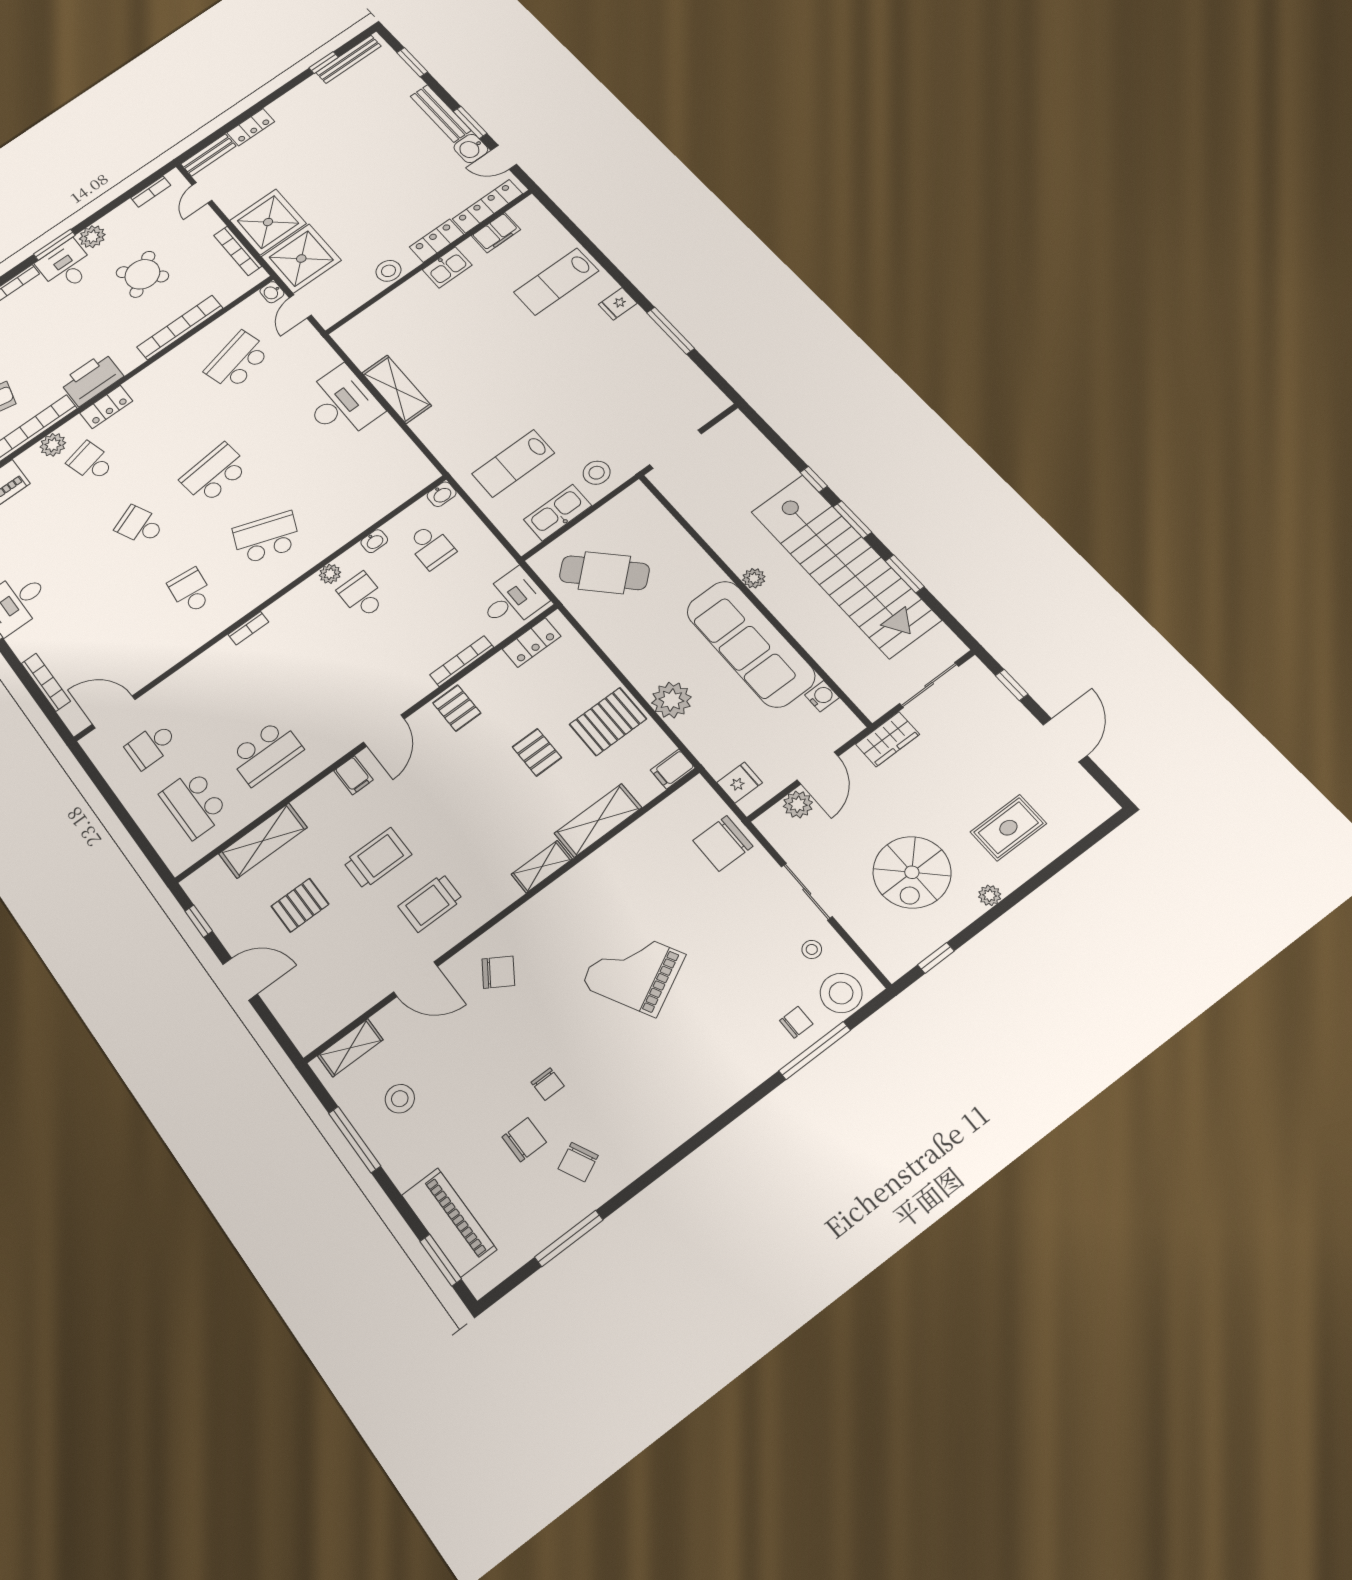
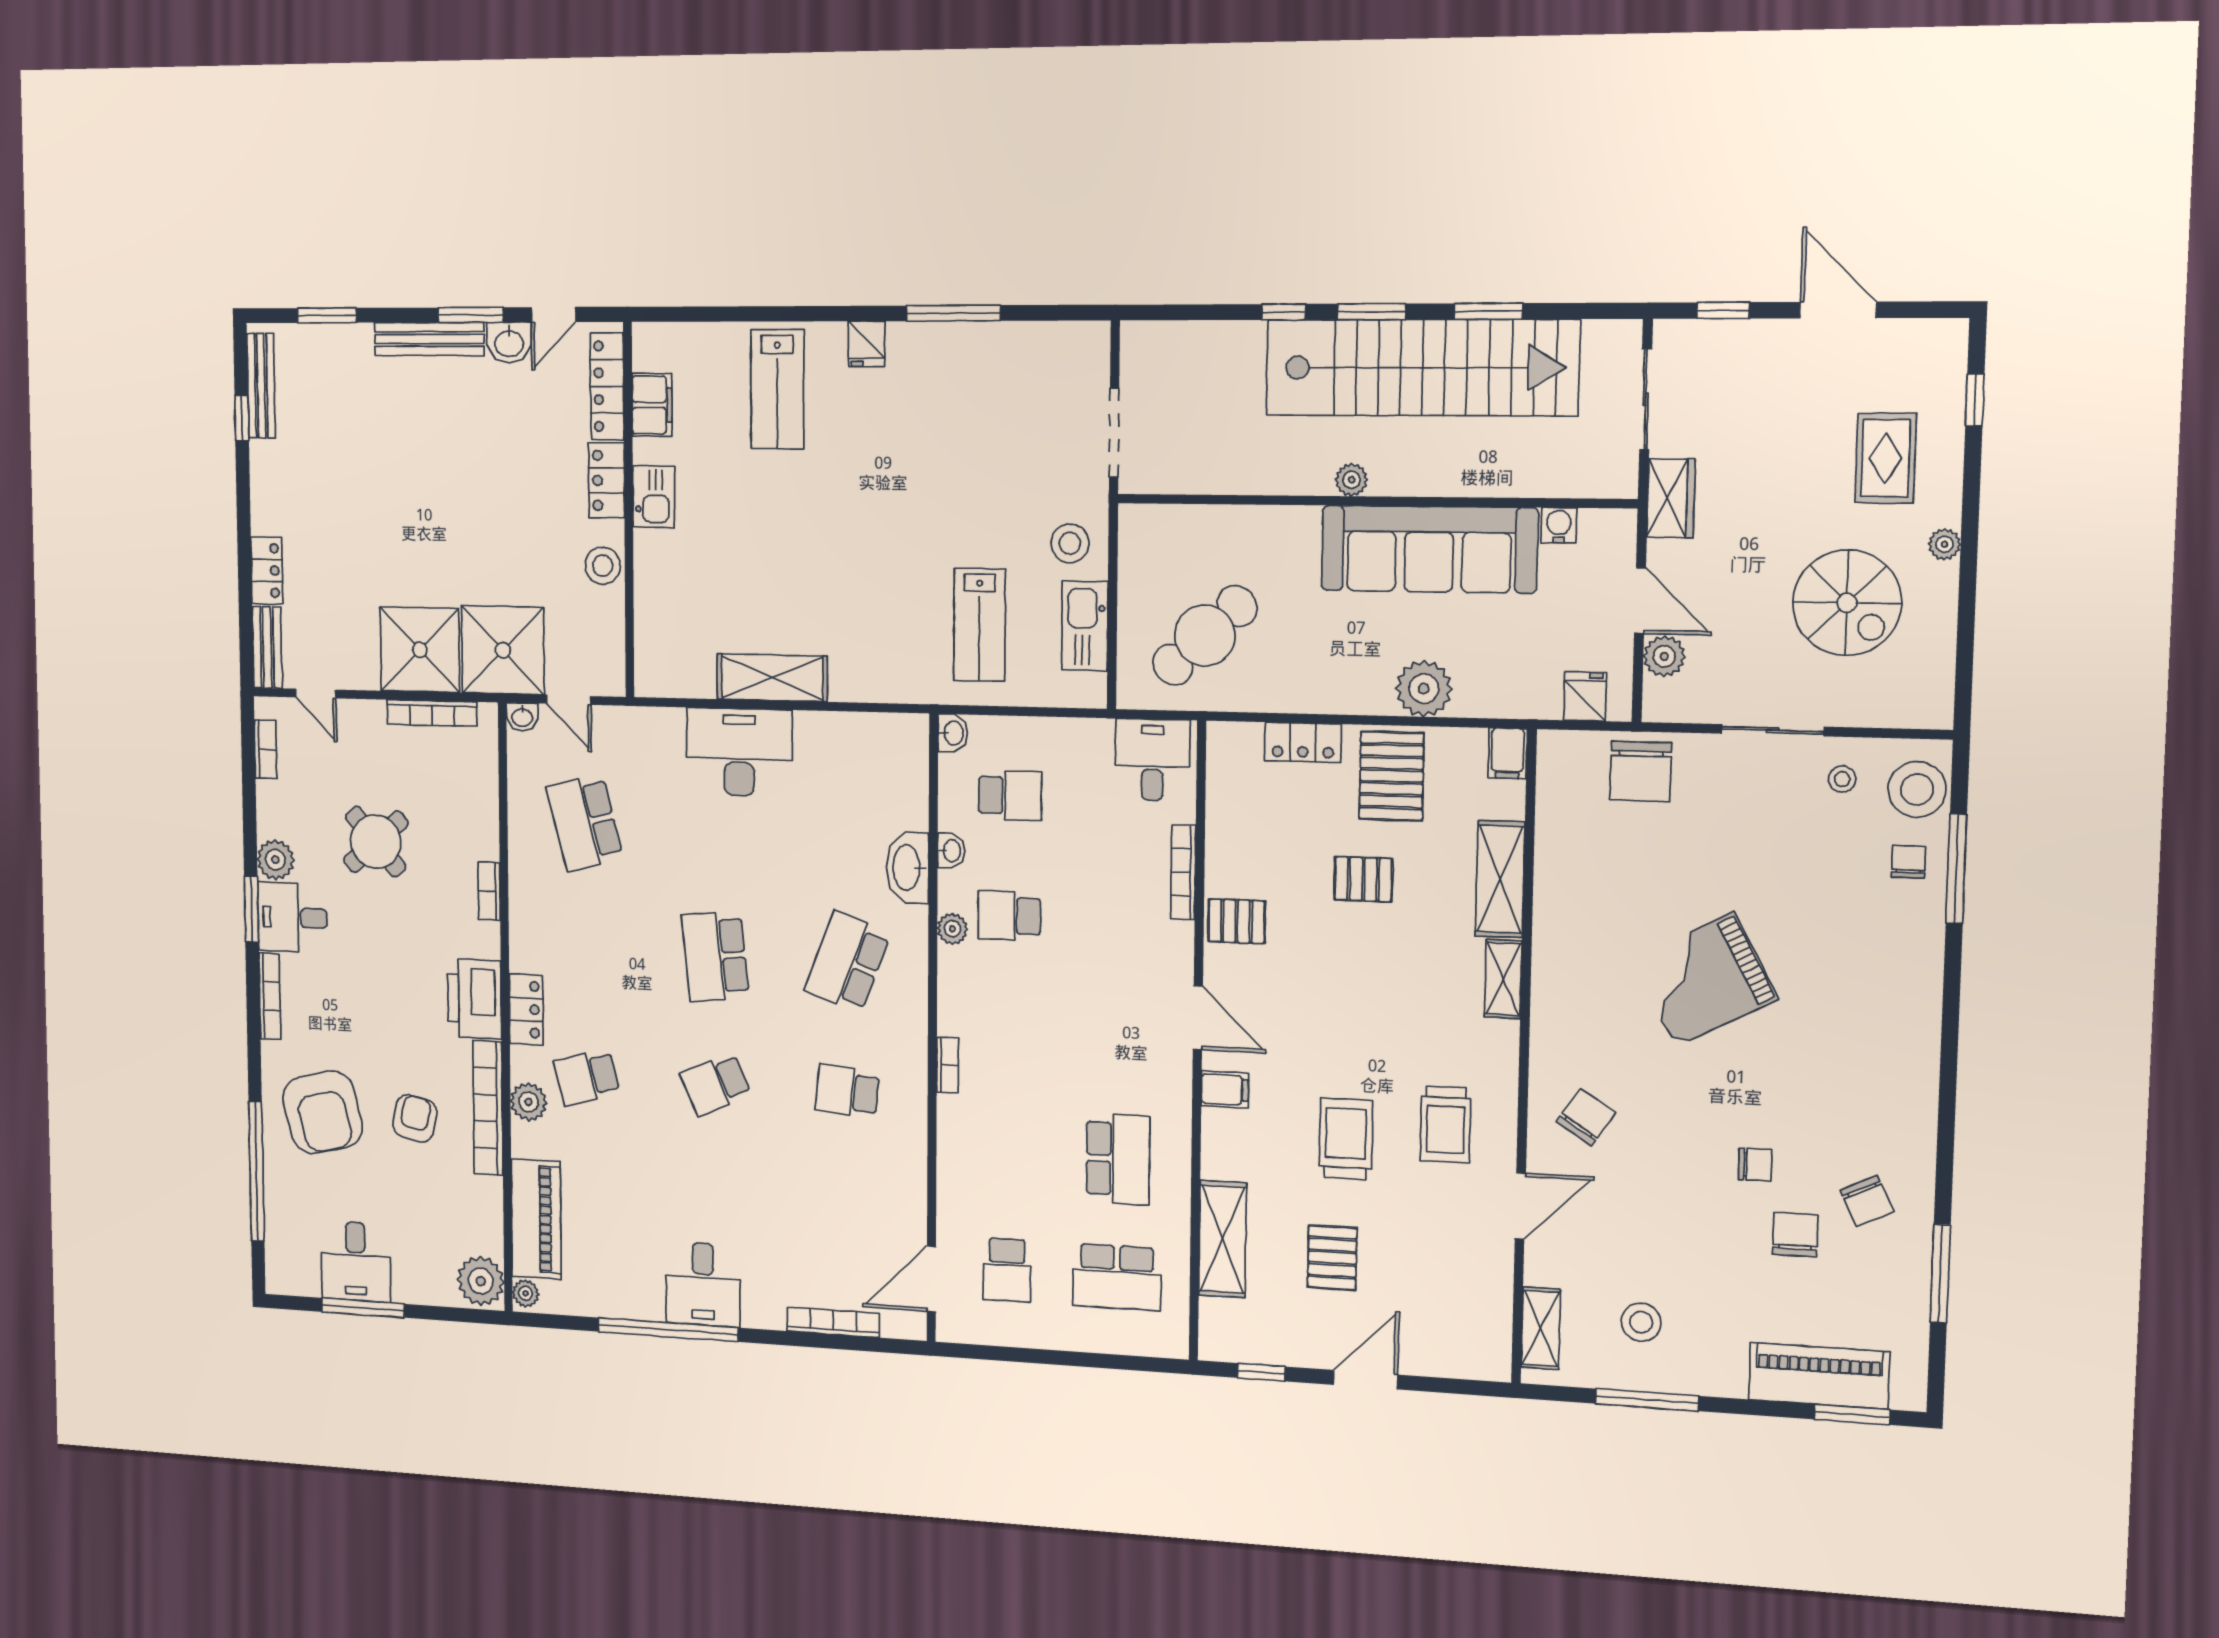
bookcase: (180, 328) -> (489, 891), width x0.43, depth x0.76
washbasin: (346, 527) -> (908, 868), added
locker: (532, 643) -> (1303, 742), moved, turned 90
window: (936, 958) -> (1975, 400), moved

